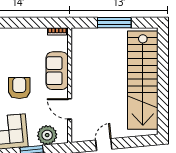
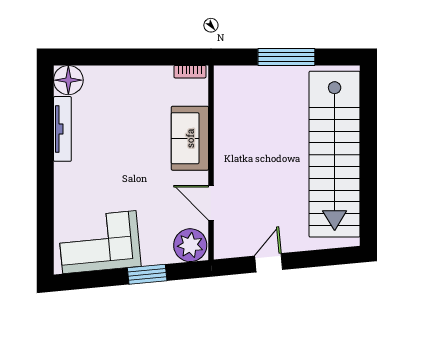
armchair: (19, 88) -> (126, 167), removed
plant: (47, 135) -> (190, 245), moved

